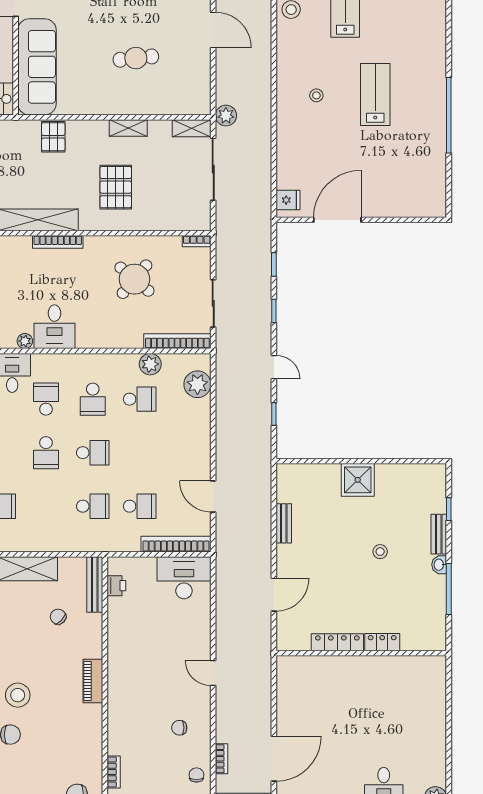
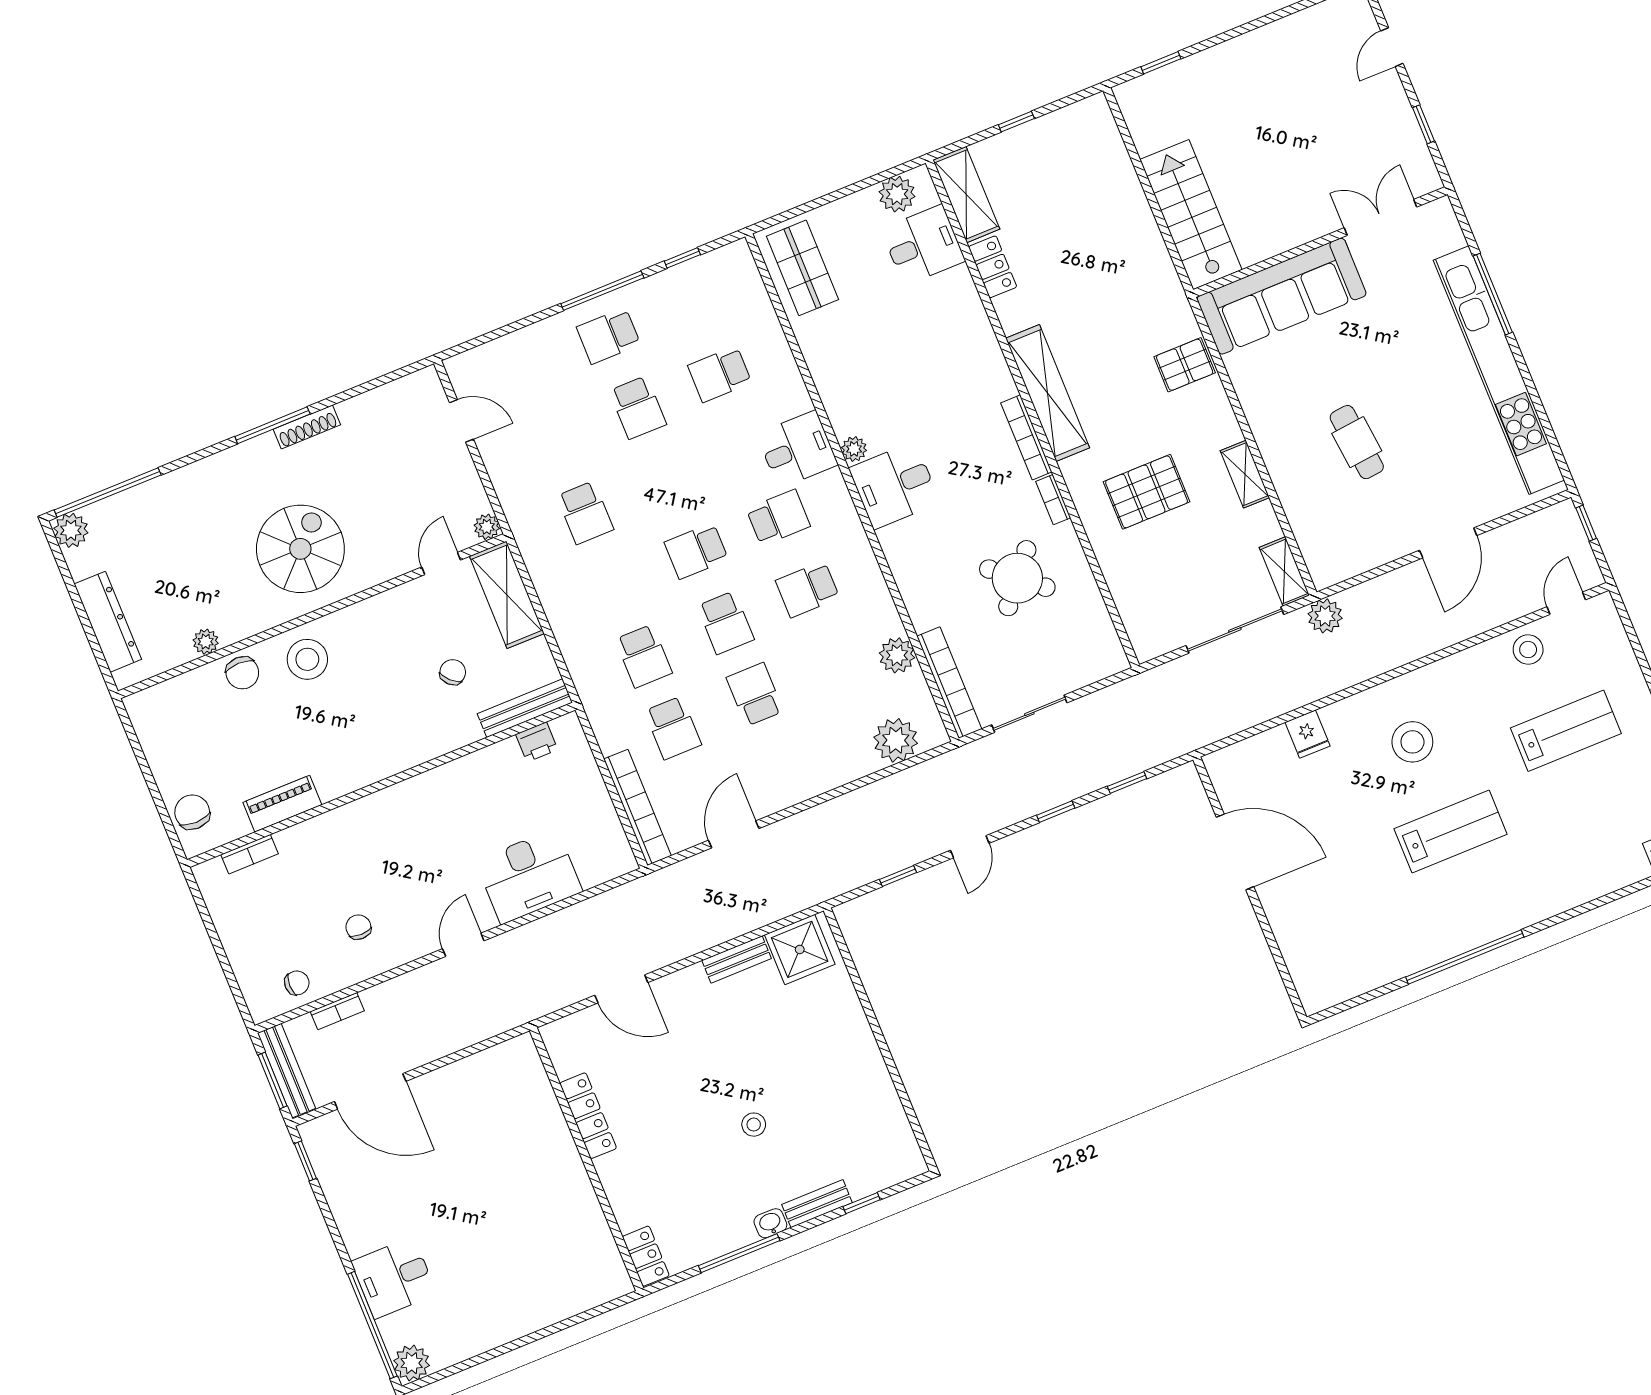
stool: (316, 95) -> (1412, 742), width x1.89, depth x1.89
fridge: (288, 200) -> (1308, 734), moved
bookcase: (197, 241) -> (1053, 500), moved
school desk: (140, 399) -> (755, 694), moved, turned 180
shower: (358, 480) -> (800, 949), moved
desk: (184, 578) -> (529, 876), moved, turned 90
locker: (382, 642) -> (646, 1256), moved
piano: (93, 681) -> (282, 804), moved

